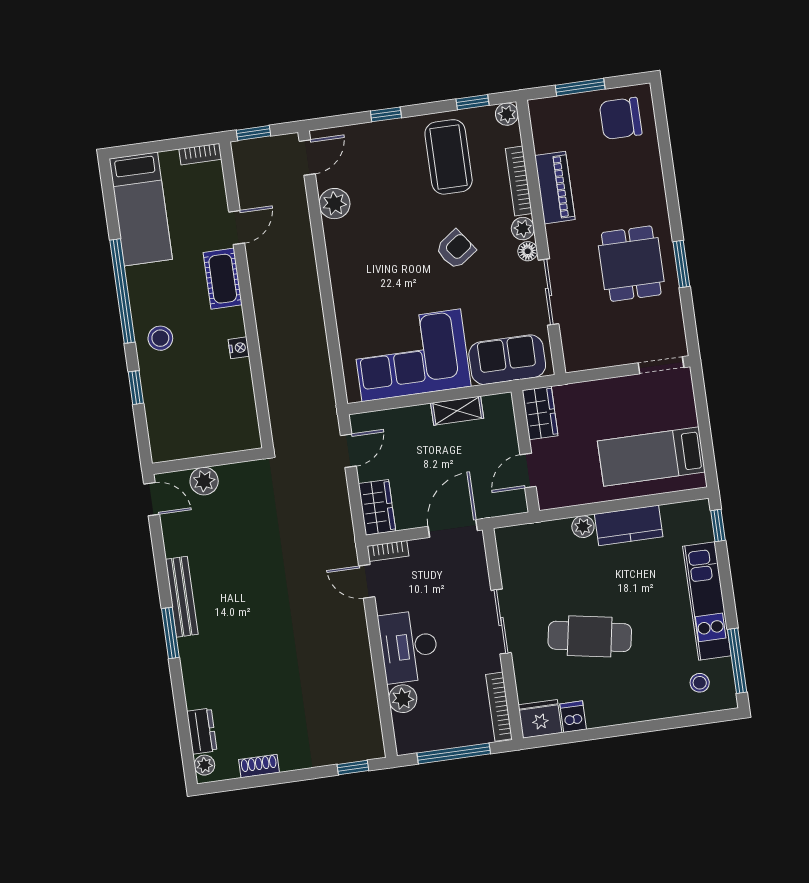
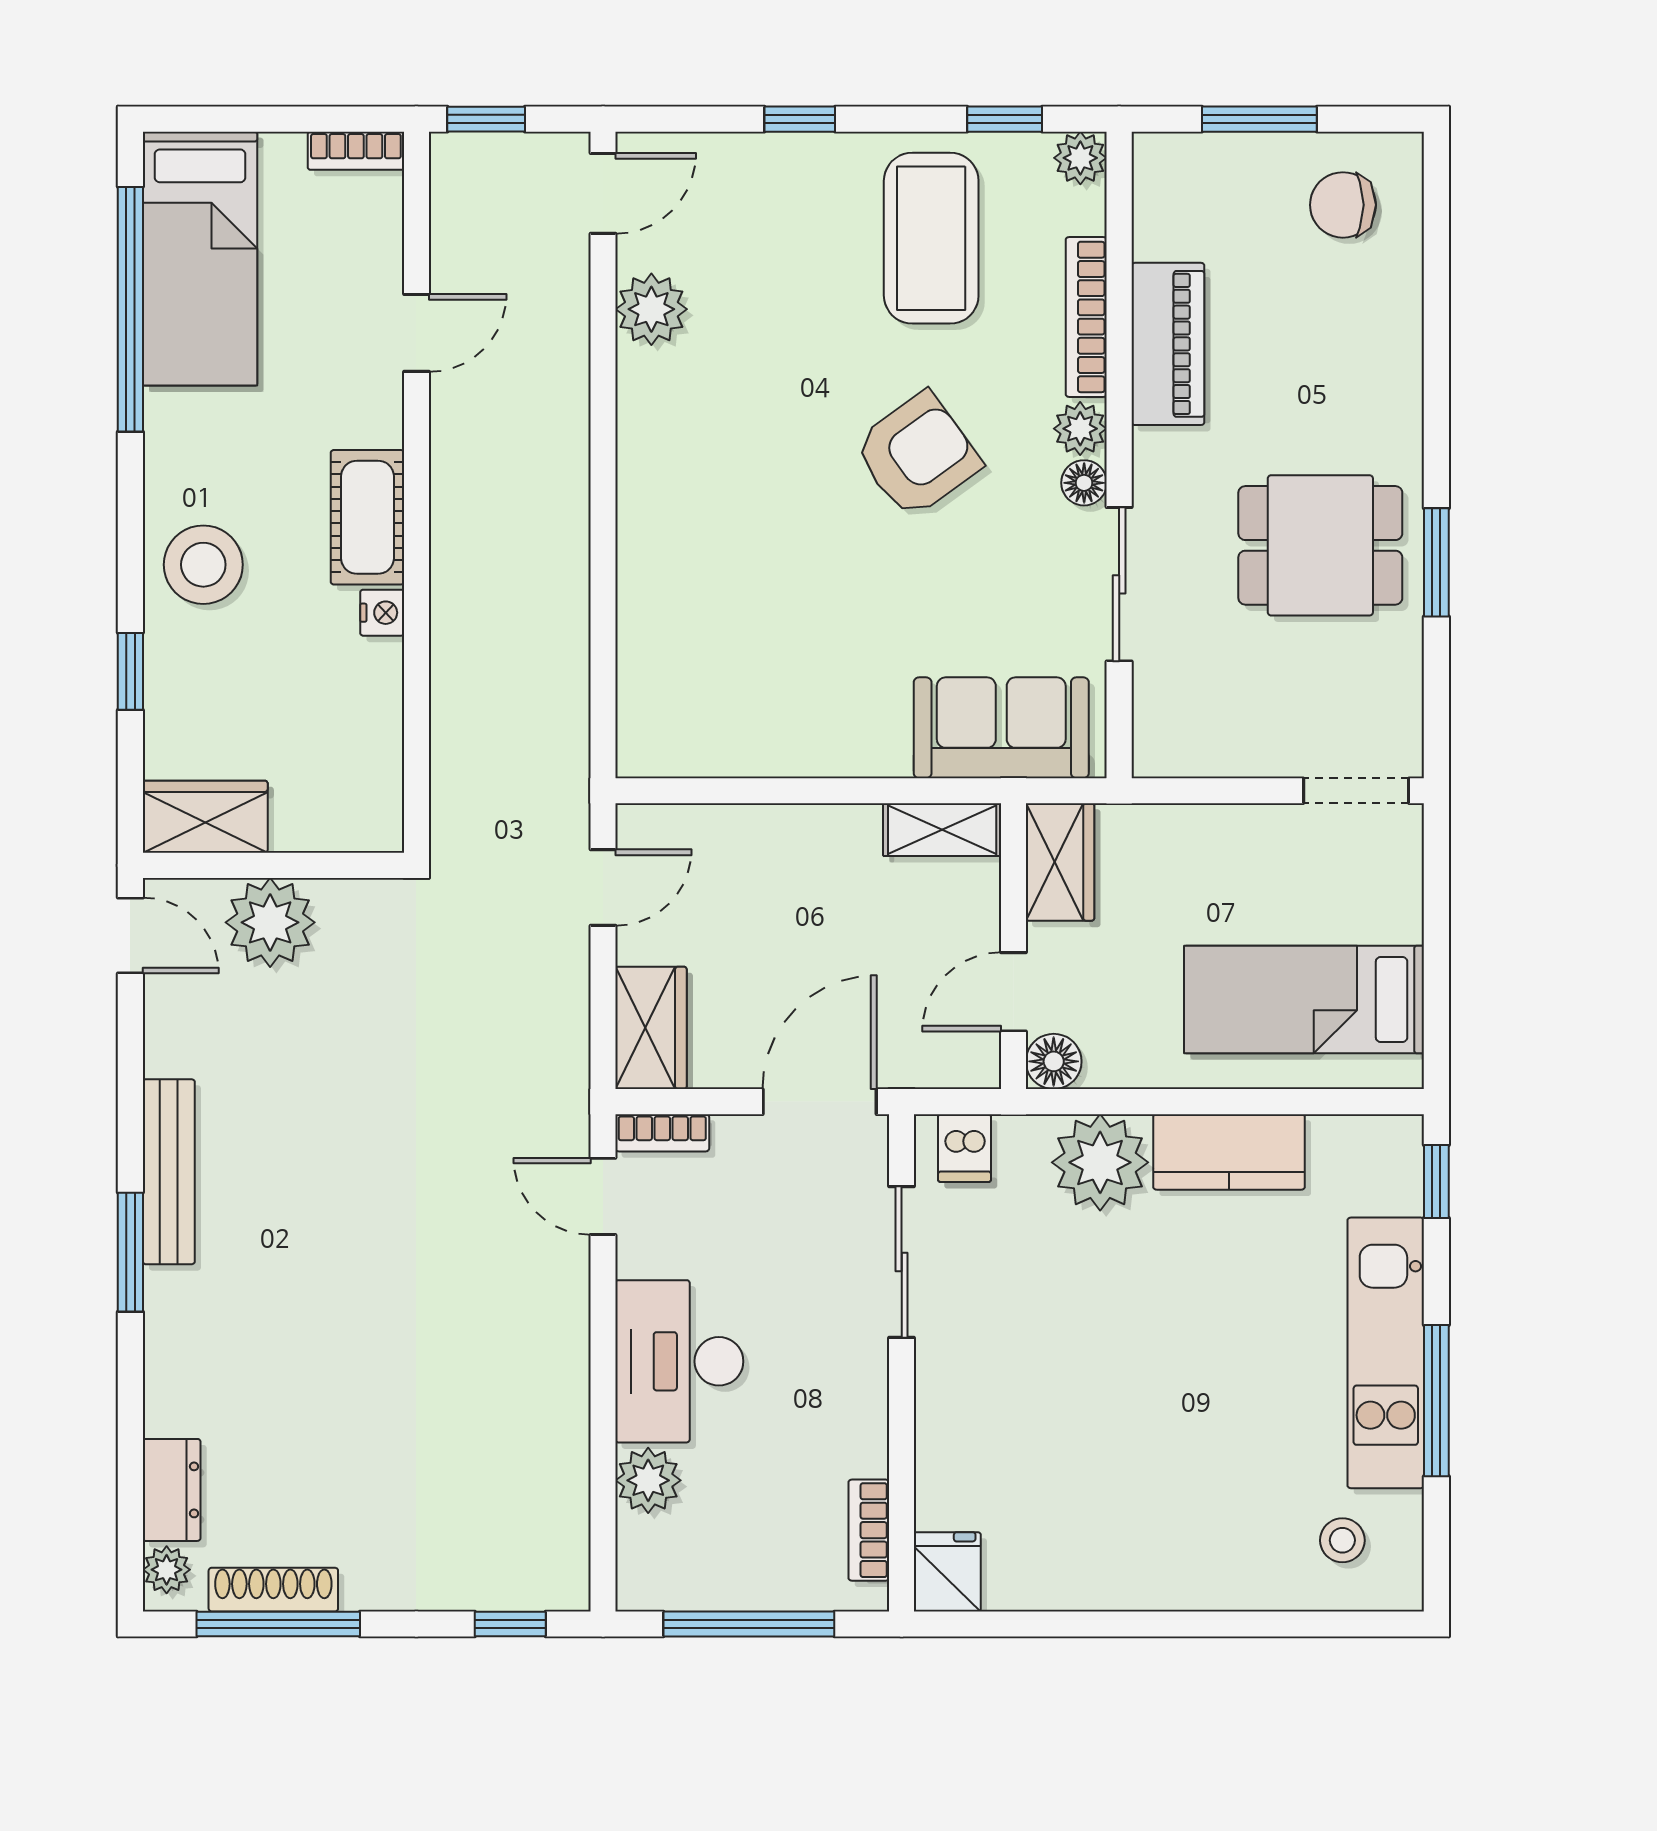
chair: (621, 118) -> (1343, 205), width x0.73, depth x0.73
armchair: (456, 249) -> (917, 455), width x1.38, depth x1.38
dining table: (631, 264) -> (1320, 545), turned 90
cot: (223, 279) -> (367, 517), moved
window: (122, 291) -> (130, 309), moved
stool: (160, 338) -> (203, 565), width x1.38, depth x1.38
corner sofa: (411, 355) -> (780, 686), removed
shelving: (457, 411) -> (942, 830), moved
wardrobe: (176, 445) -> (205, 817), added
plant: (204, 481) -> (270, 922), width x1.36, depth x1.36
floor lamp: (549, 498) -> (1054, 1061), added
plant: (583, 527) -> (1100, 1162), width x1.88, depth x1.88
sliding door: (501, 622) -> (902, 1262), moved
cafe table: (590, 636) -> (1102, 1397), removed
window: (737, 661) -> (1436, 1401), moved
bookcase: (499, 707) -> (869, 1530), width x0.64
dishwasher: (573, 717) -> (965, 1148), moved, turned 180
fridge: (540, 719) -> (947, 1572), width x0.72
shoe rack: (259, 766) -> (273, 1590), width x1.43
window: (255, 781) -> (278, 1624), added

